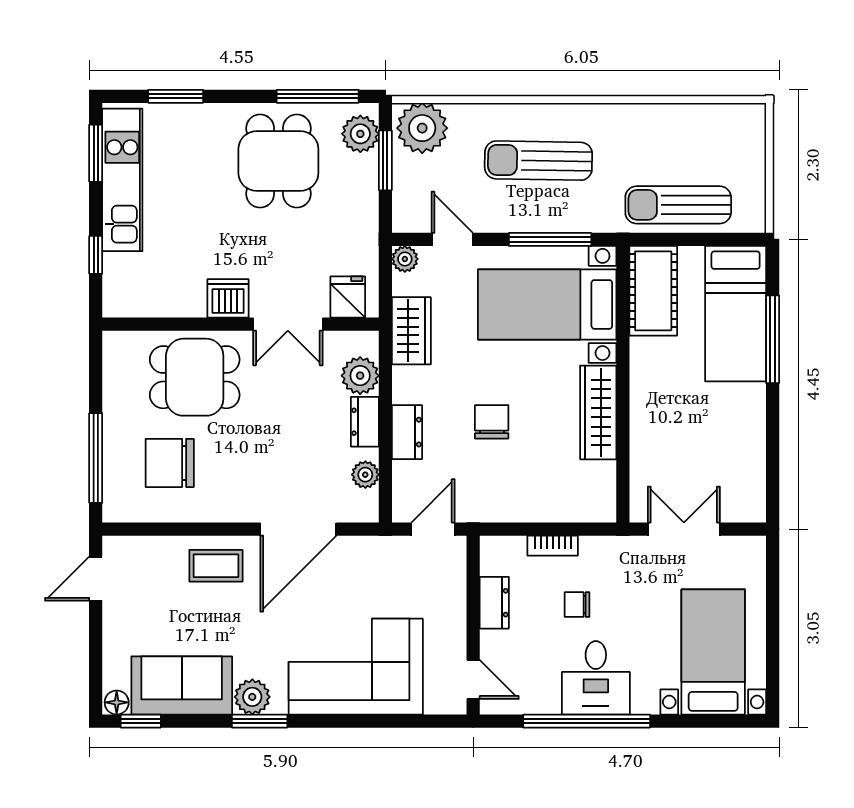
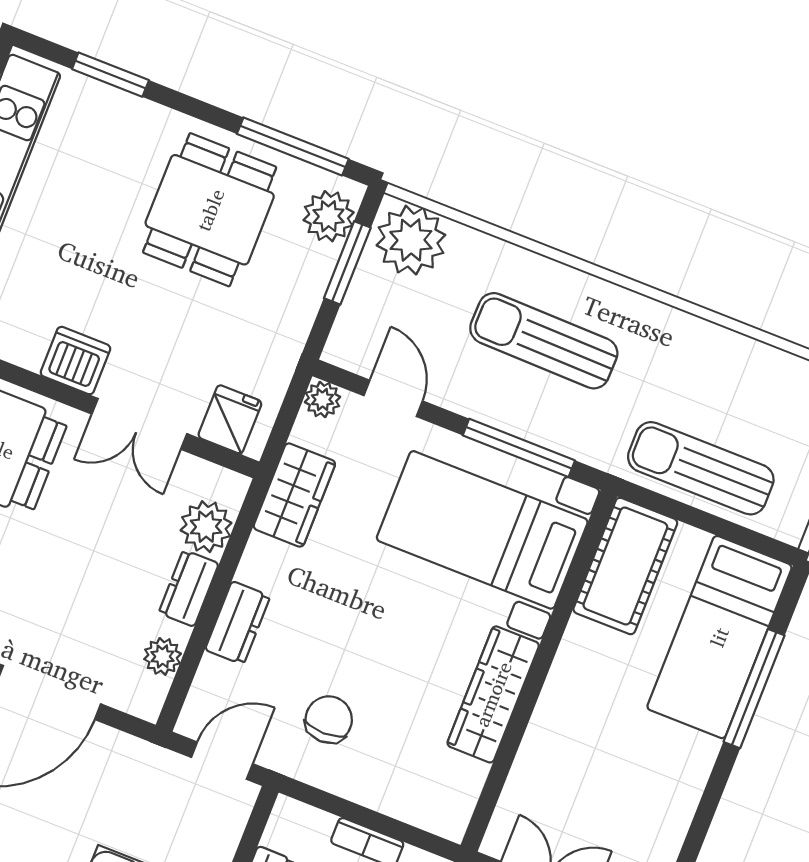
chair: (492, 422) -> (329, 720), moved

